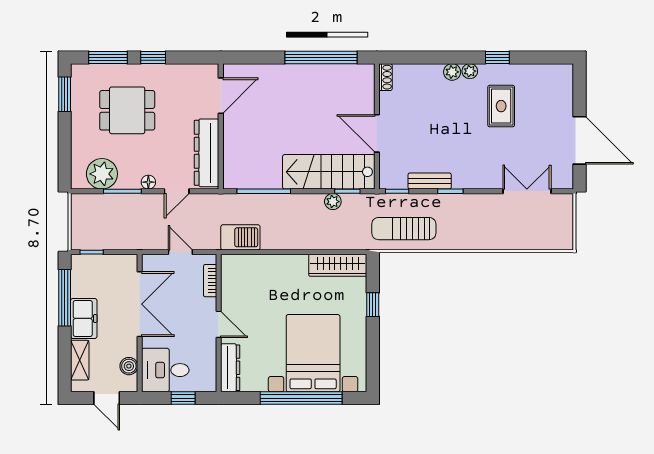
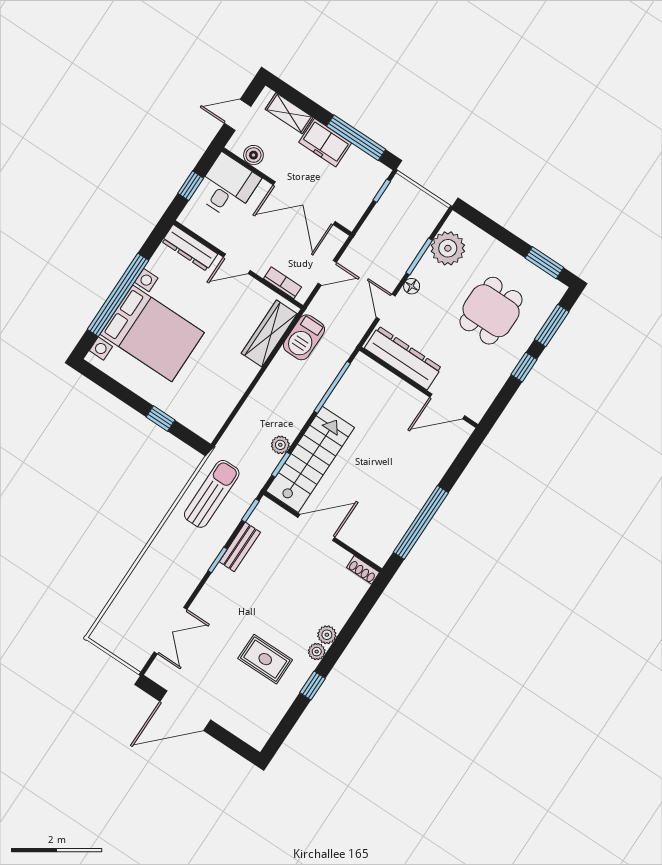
door: (221, 96) -> (447, 406), hinge flipped
wardrobe: (338, 265) -> (269, 334), moved

